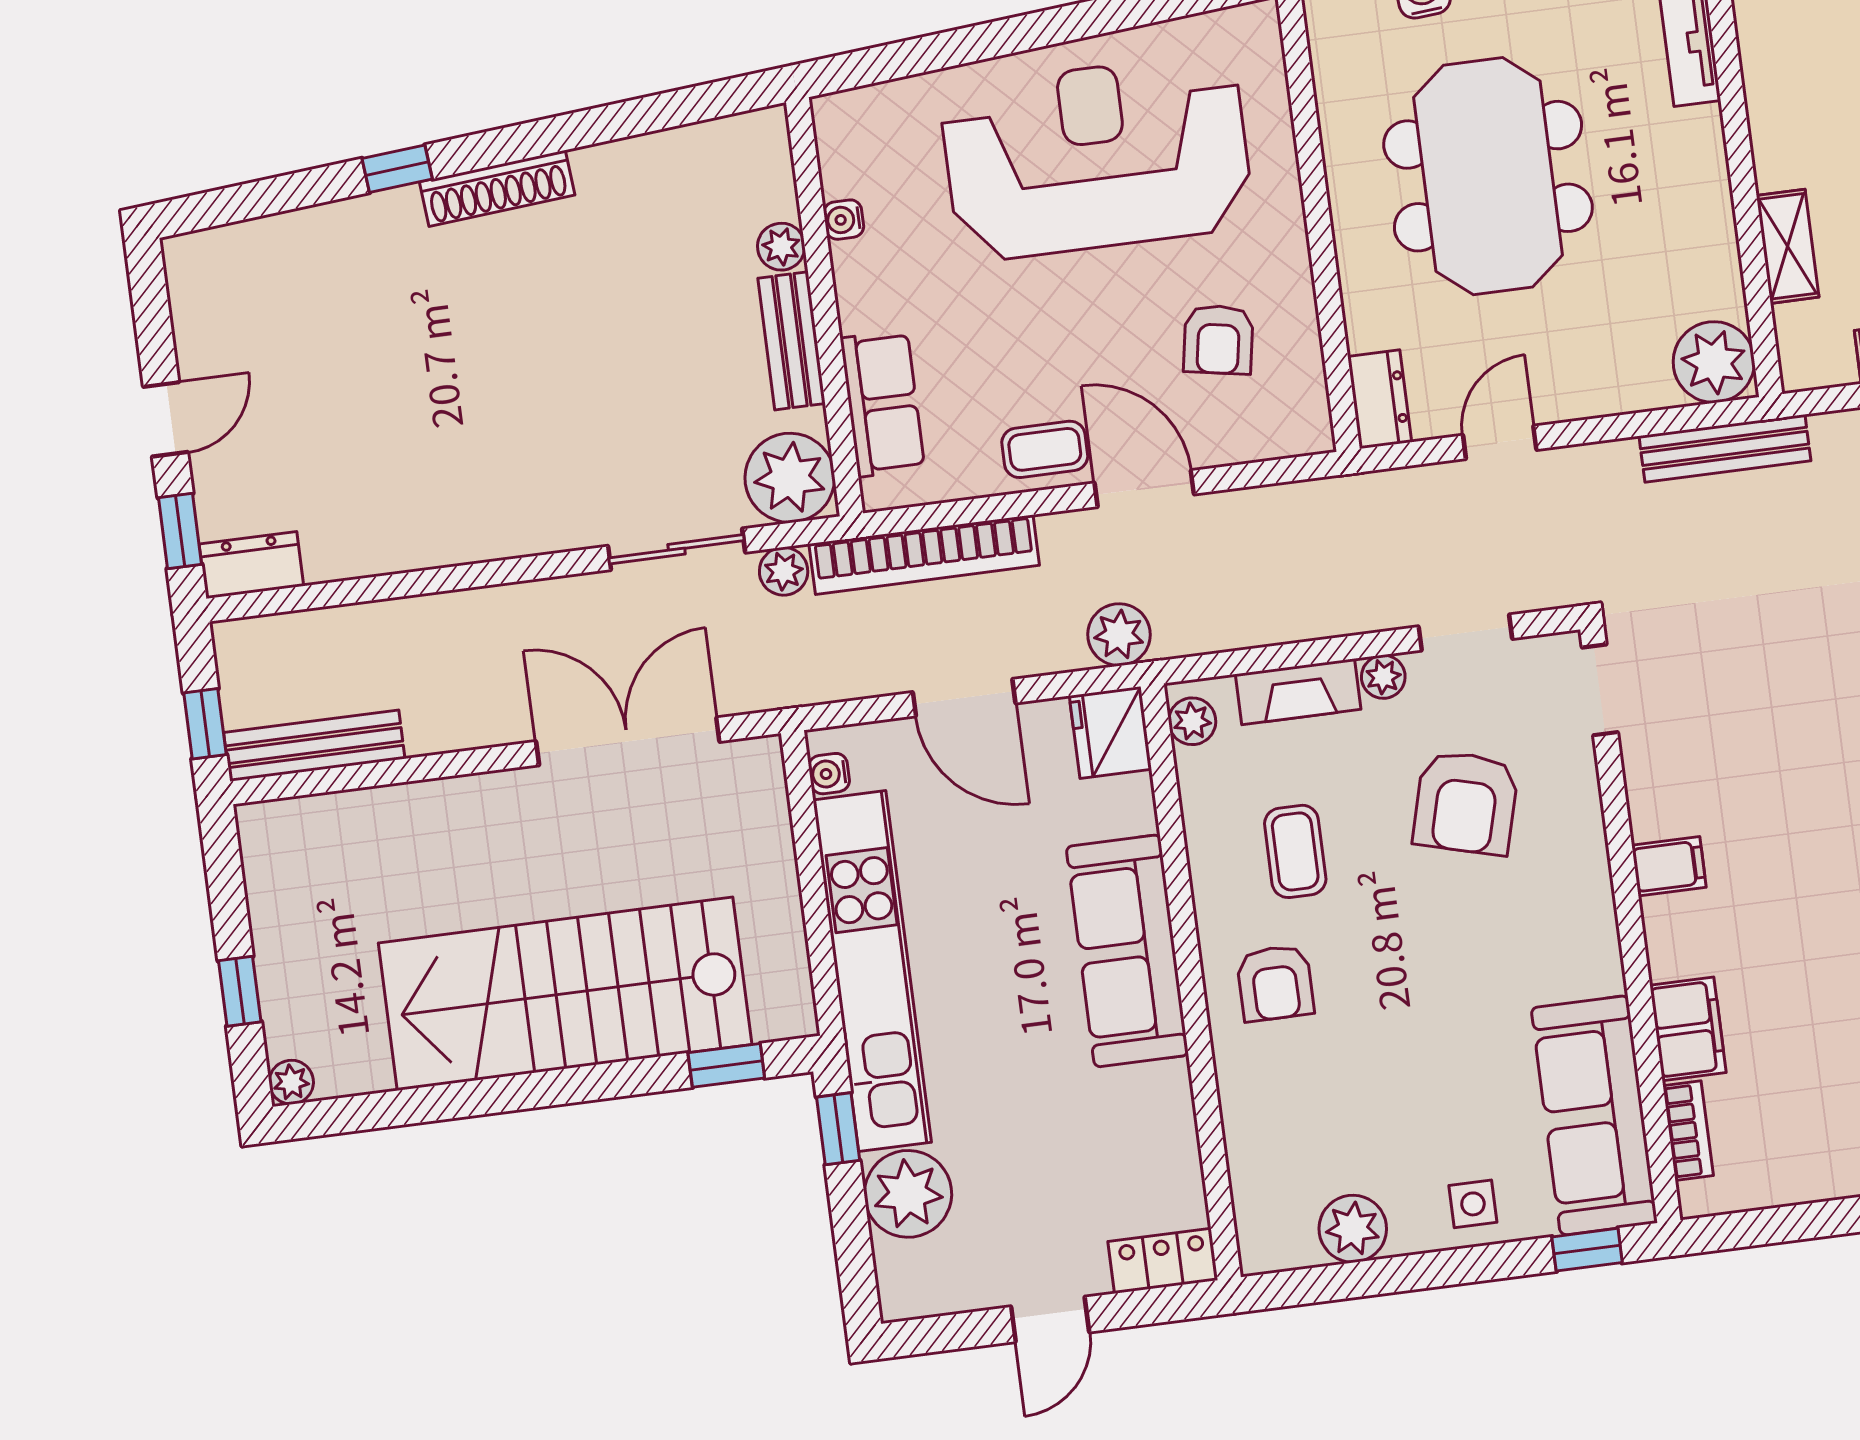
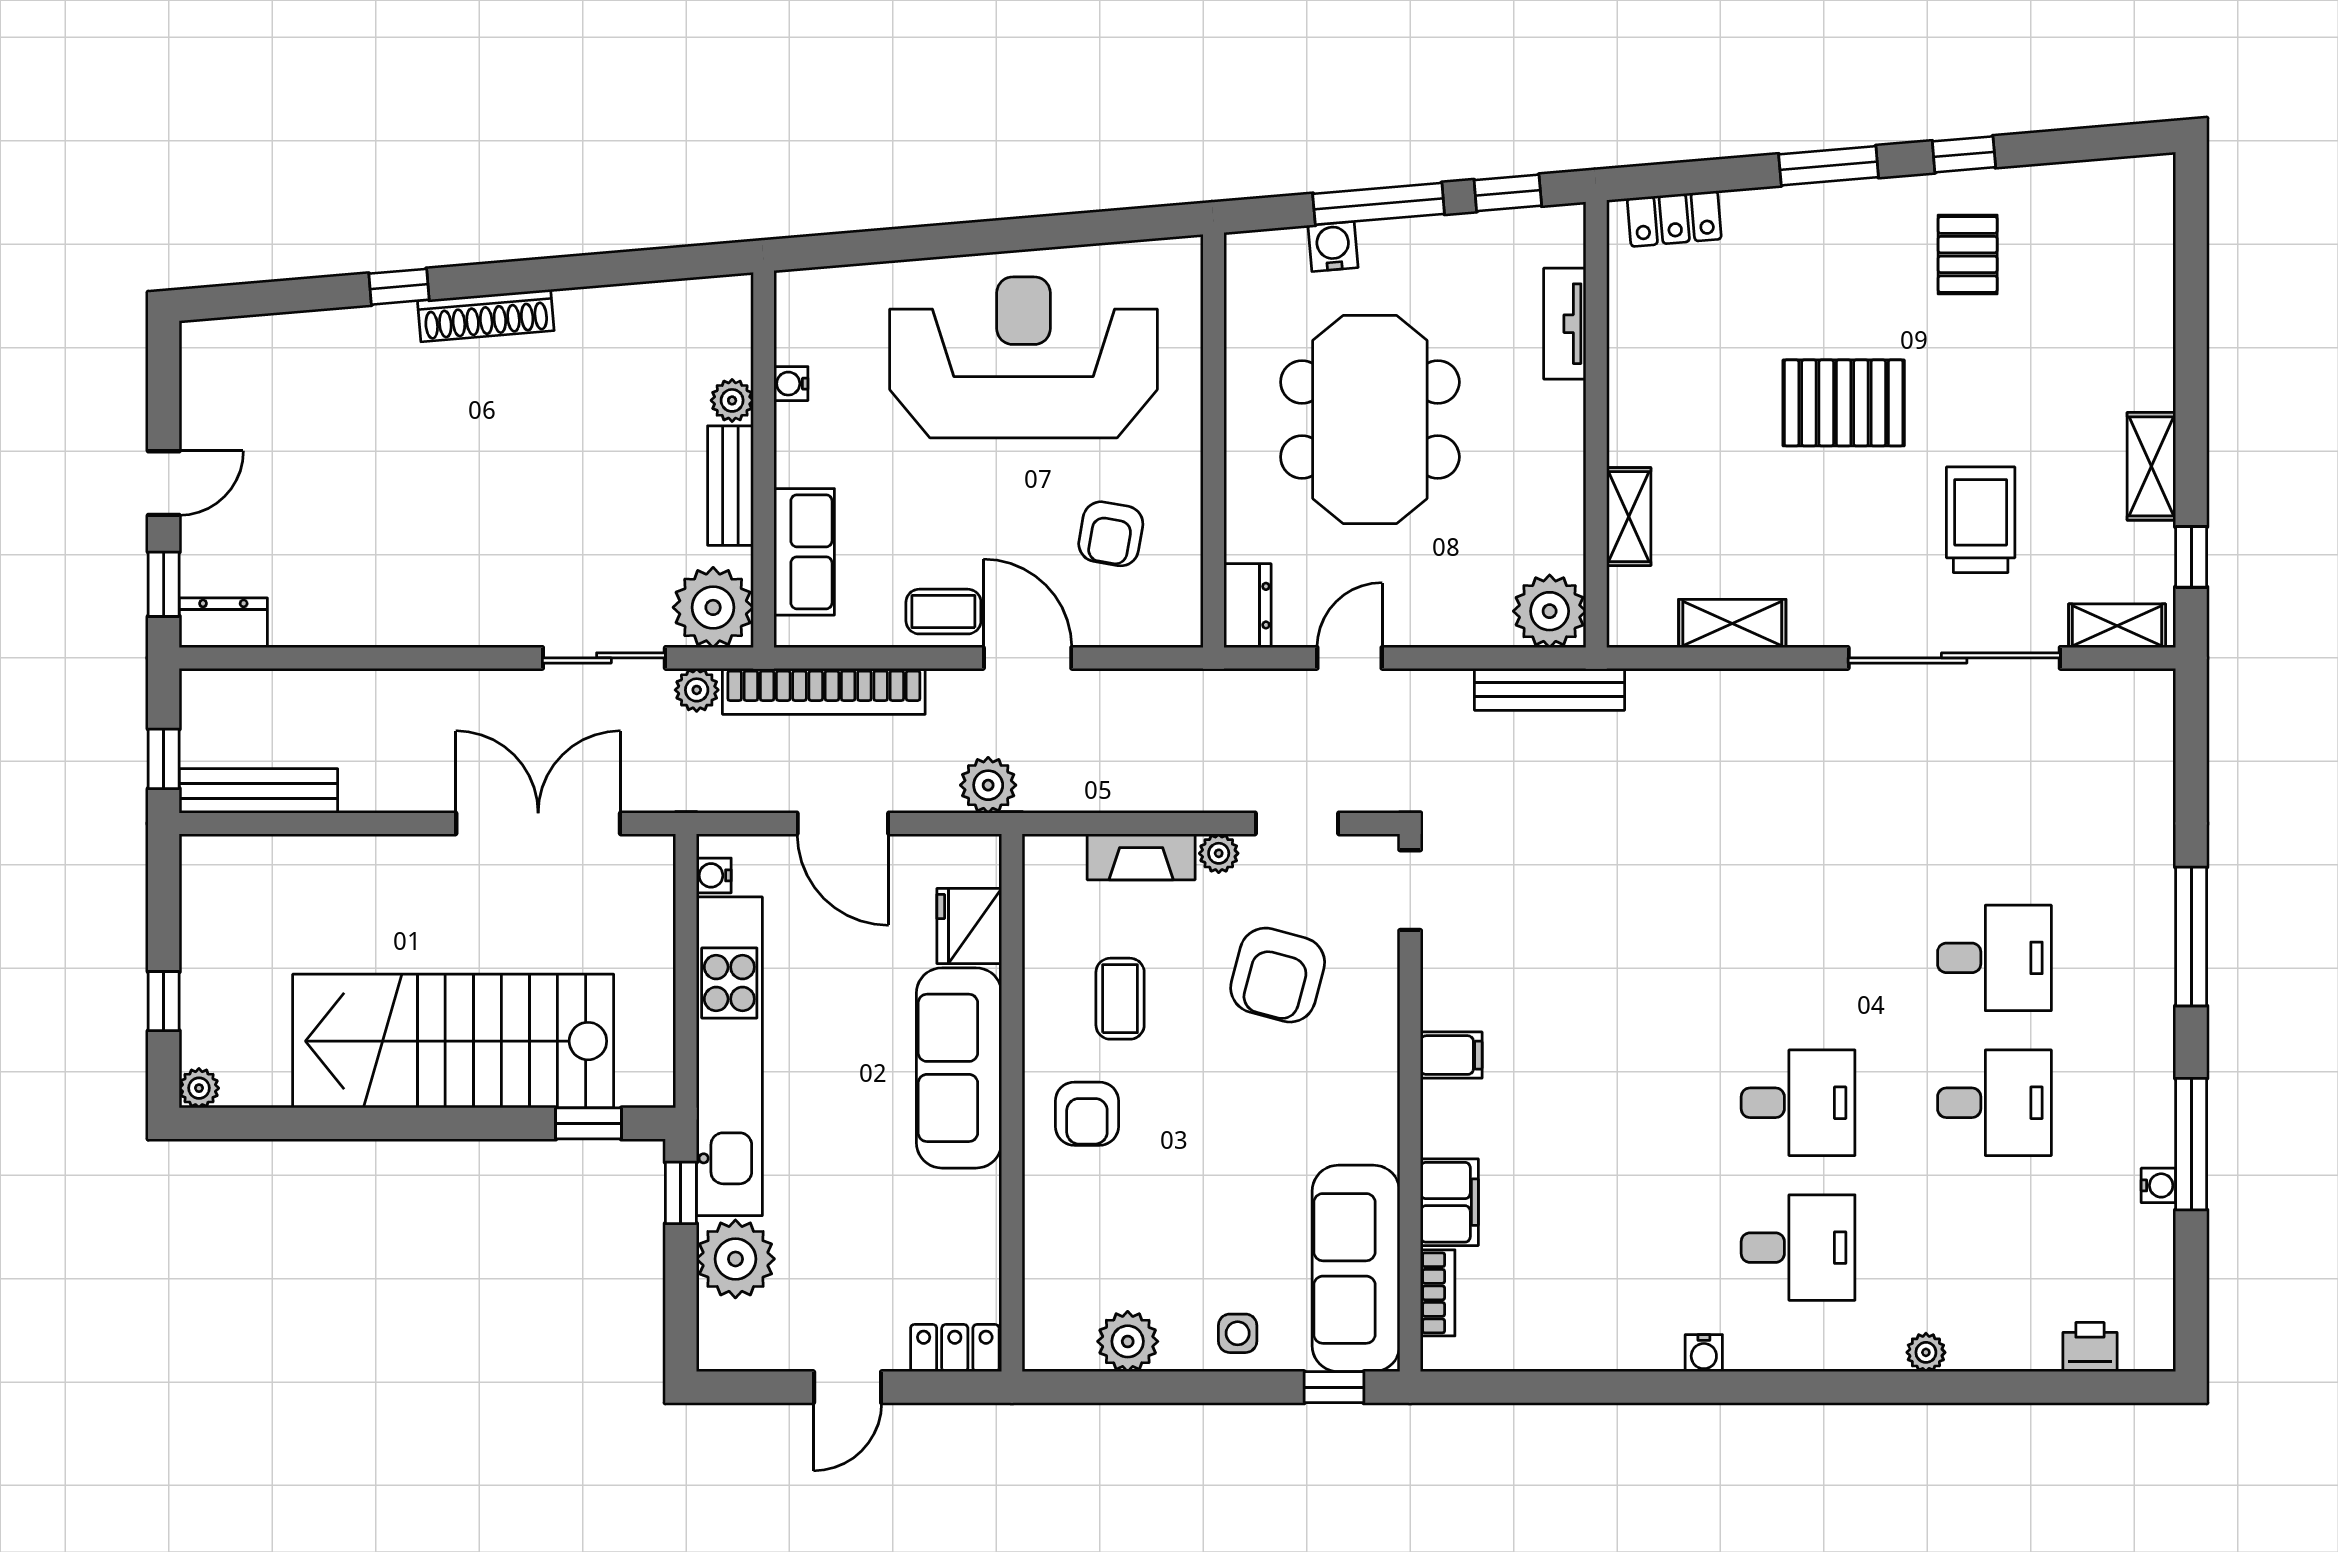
plant: (1192, 721) -> (1043, 871), removed
fridge: (1110, 732) -> (969, 926), moved

